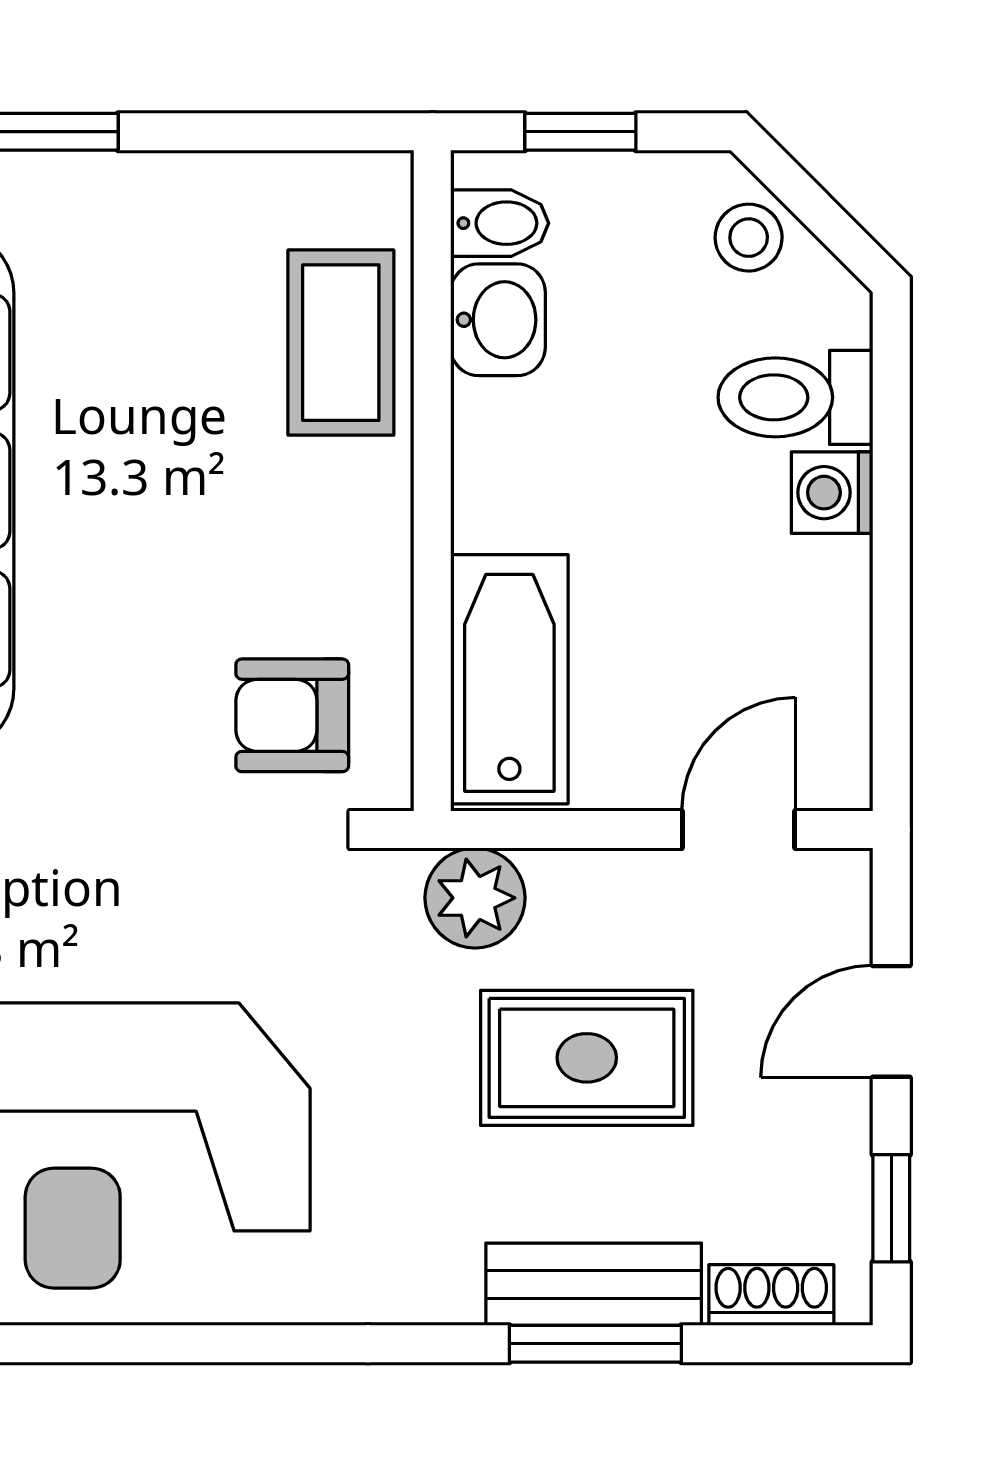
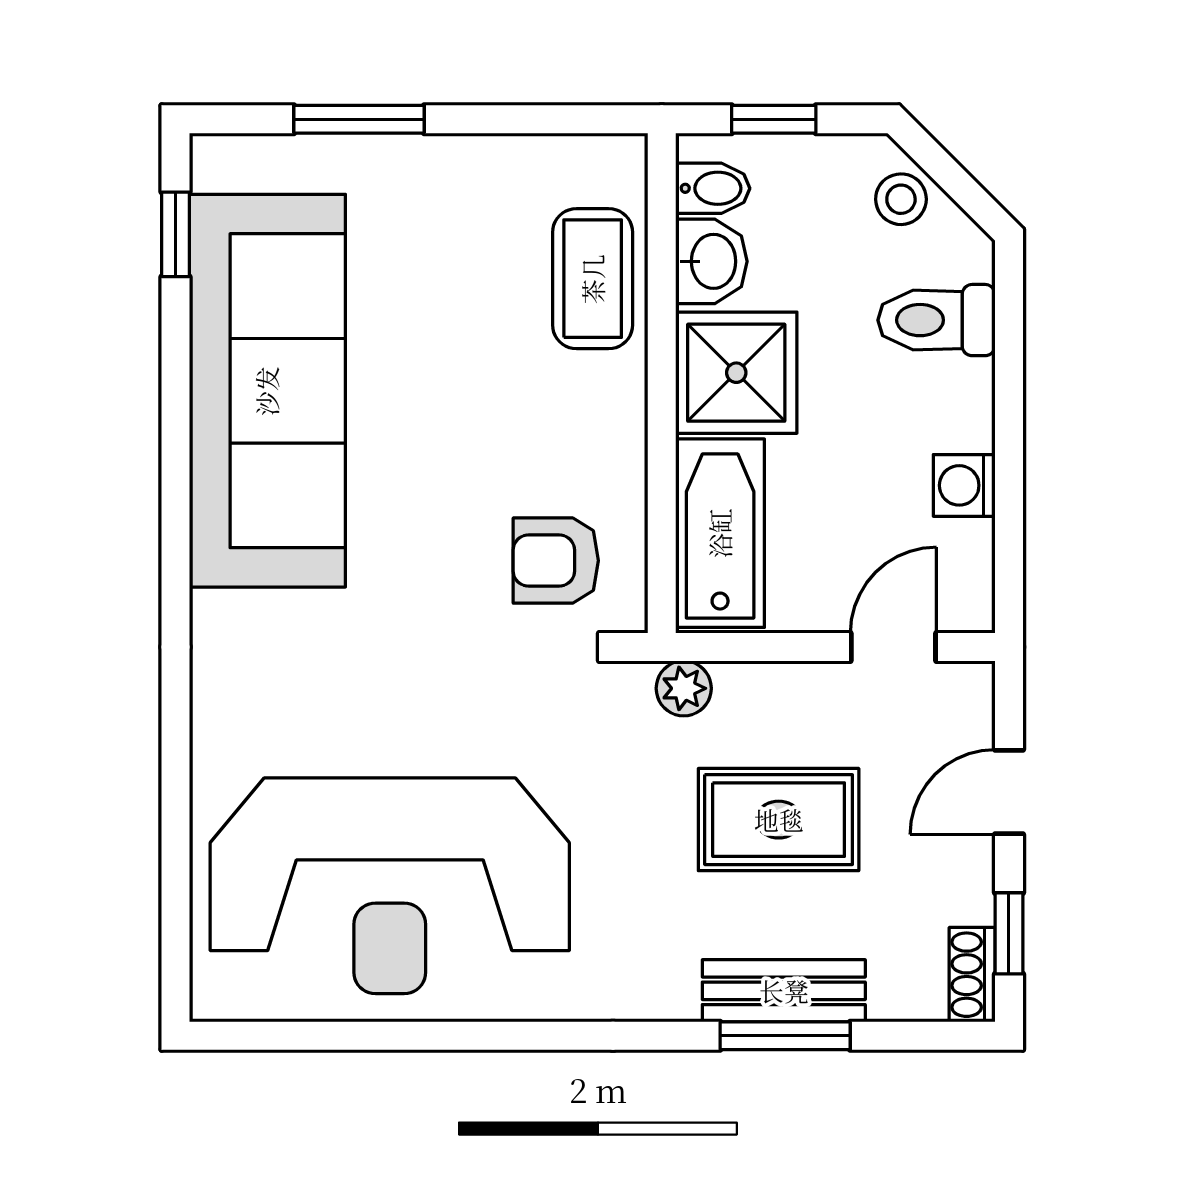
shower: (531, 467) -> (736, 373), added
washing machine: (832, 493) -> (964, 485), moved
plant: (475, 898) -> (684, 688), width x0.73, depth x0.73
shoe rack: (771, 1295) -> (972, 975), moved, turned -90

